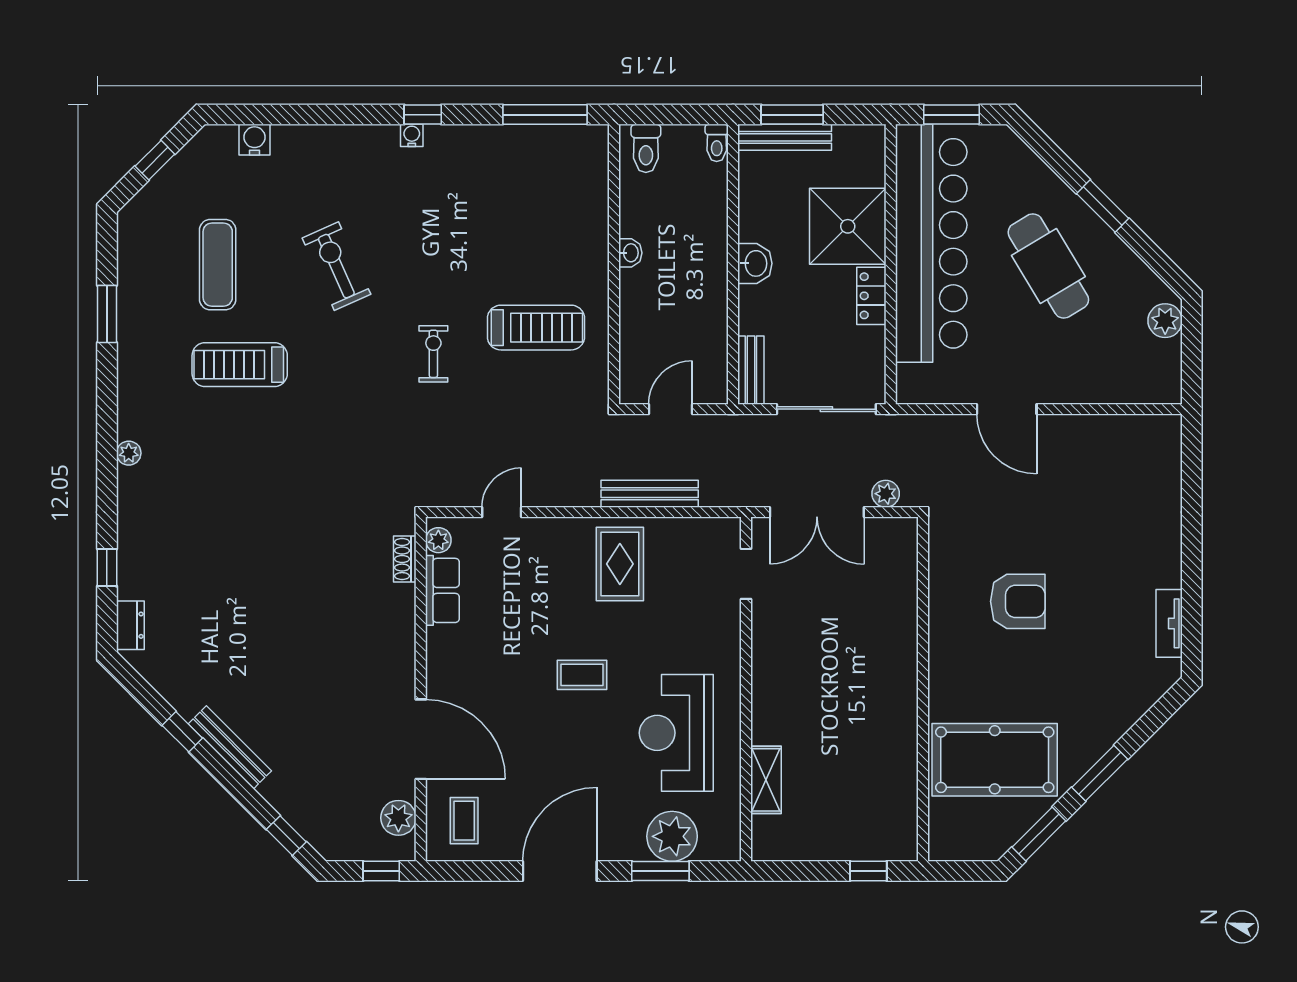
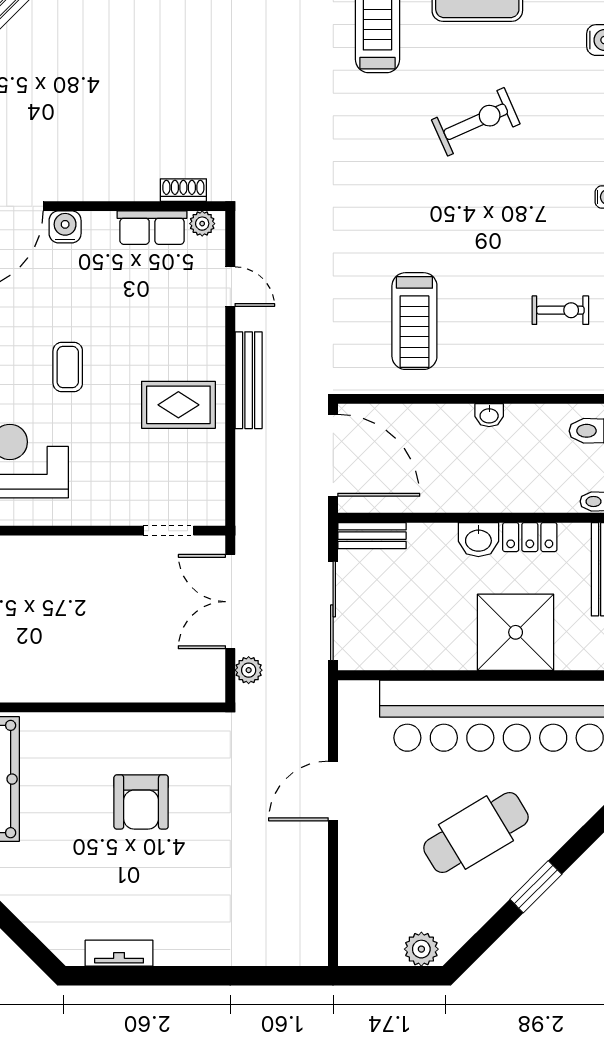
locker: (871, 296) -> (530, 537), moved, turned 180
exercise bike: (433, 354) -> (560, 310), moved
door: (670, 409) -> (333, 455), width x1.88
bench: (650, 494) -> (249, 380), moved
water cooler: (442, 677) -> (65, 227), added

